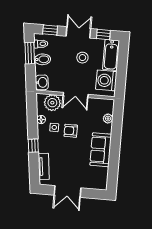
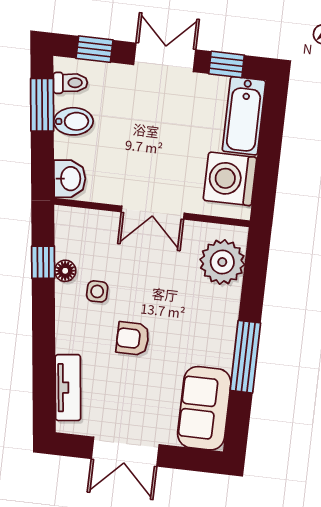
stool: (82, 58) -> (173, 120), removed
plant: (52, 103) -> (94, 230), removed
plant: (108, 119) -> (222, 262), width x1.88, depth x1.88
armchair: (71, 131) -> (133, 339), moved
window: (33, 146) -> (43, 262), moved
sofa: (101, 150) -> (204, 408), moved
window: (115, 152) -> (245, 357), added

